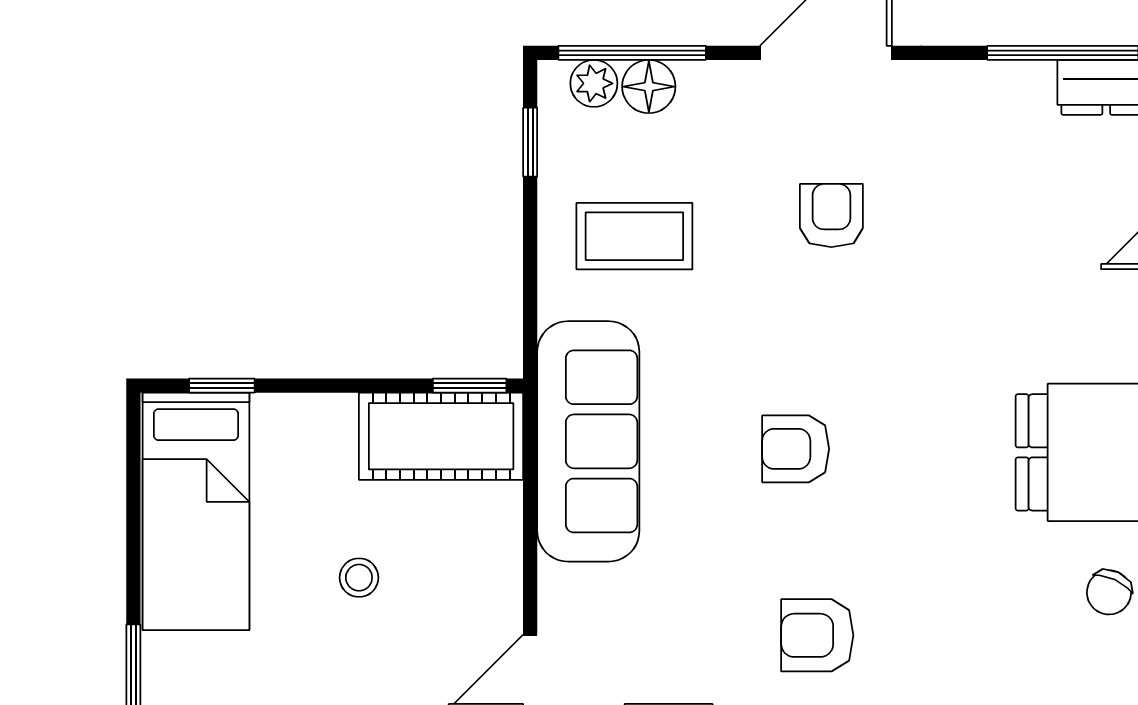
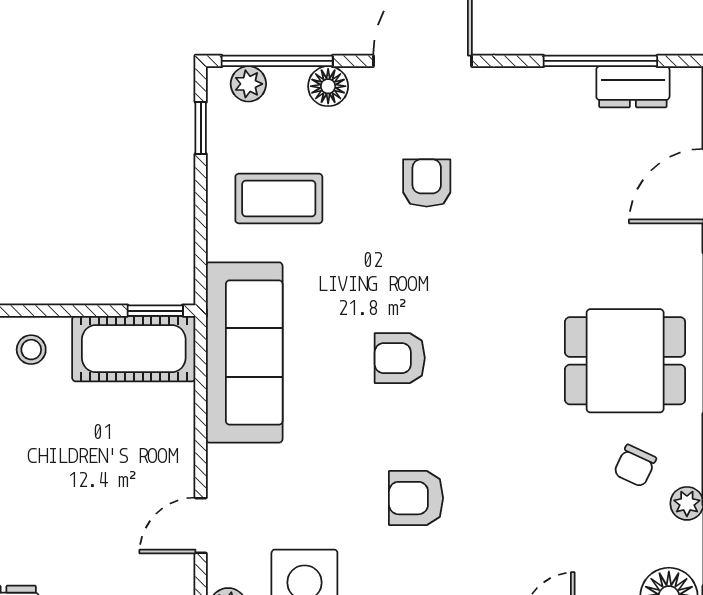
floor lamp: (649, 87) -> (328, 86), moved
stool: (359, 578) -> (31, 350), moved

